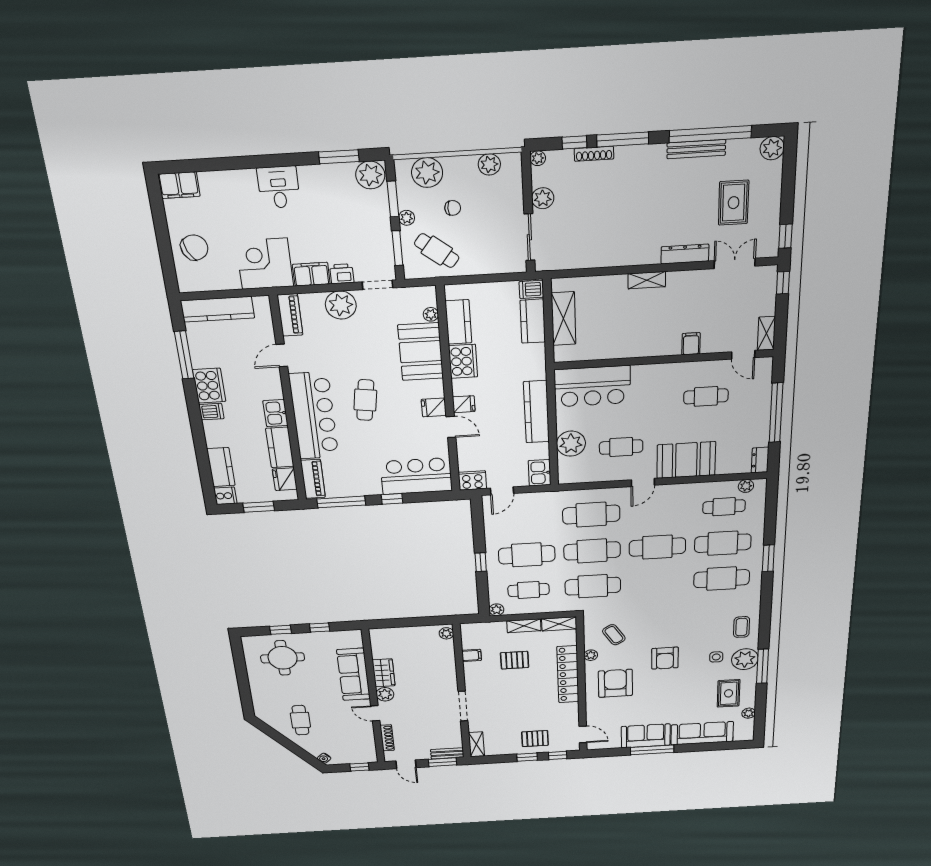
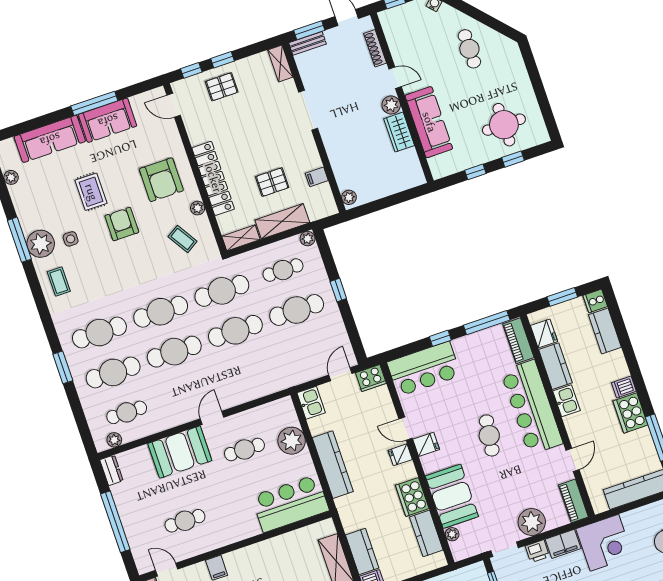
cafe table: (591, 515) -> (161, 312), moved
shelving: (524, 626) -> (282, 221), width x1.50, depth x1.33
rug: (729, 693) -> (91, 192), moved

